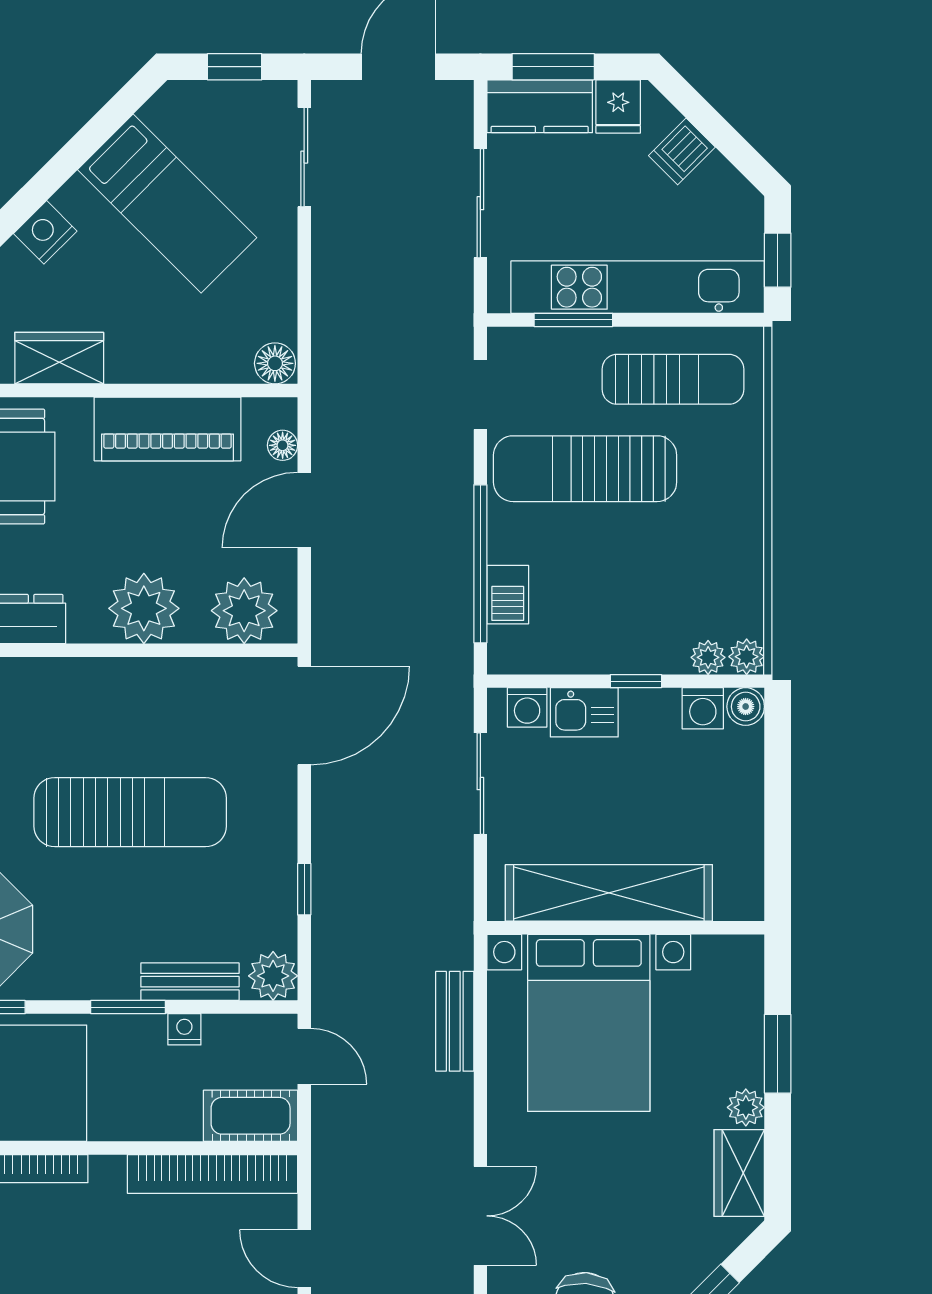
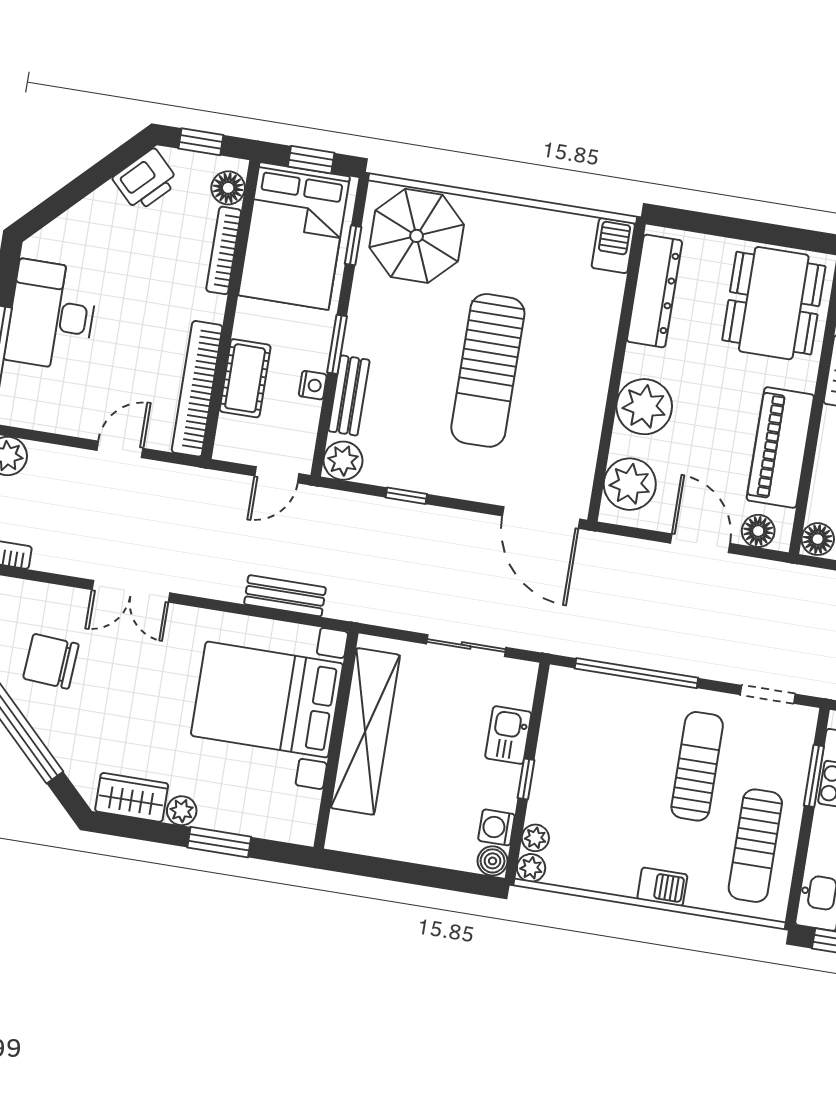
floor lamp: (283, 445) -> (758, 531), width x1.37, depth x1.37
sun lounger: (585, 469) -> (697, 766), width x0.73, depth x0.75
barbecue: (508, 595) -> (662, 887), moved, turned 180
washing machine: (527, 707) -> (519, 691), removed
cot: (251, 1116) -> (245, 378), moved

